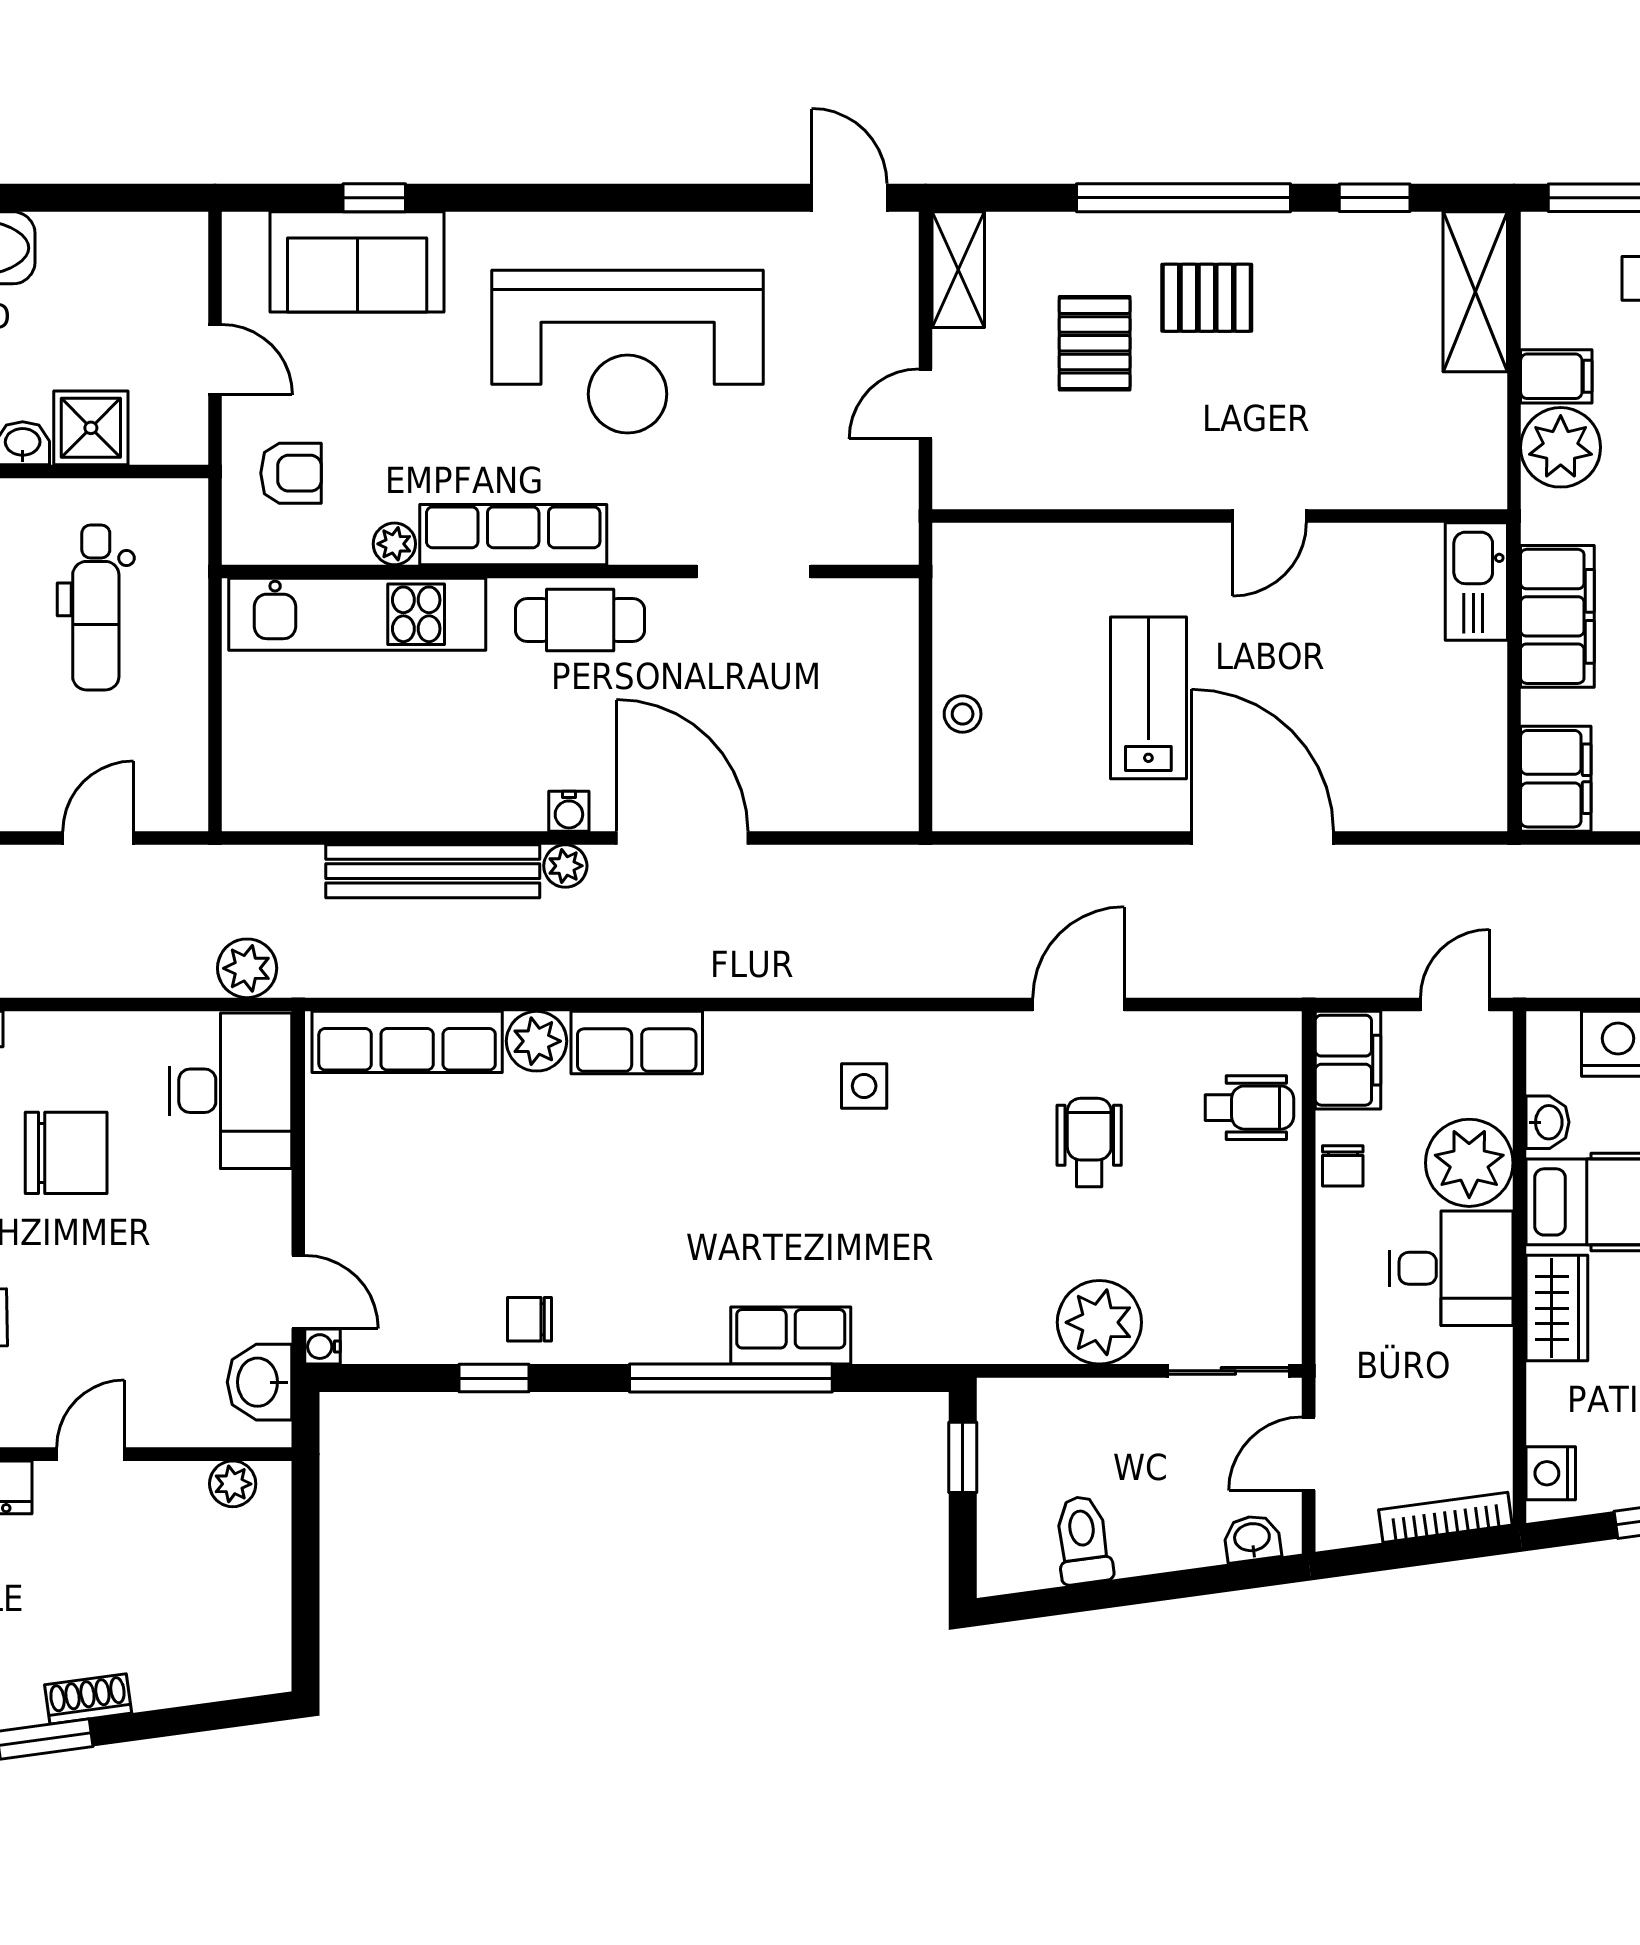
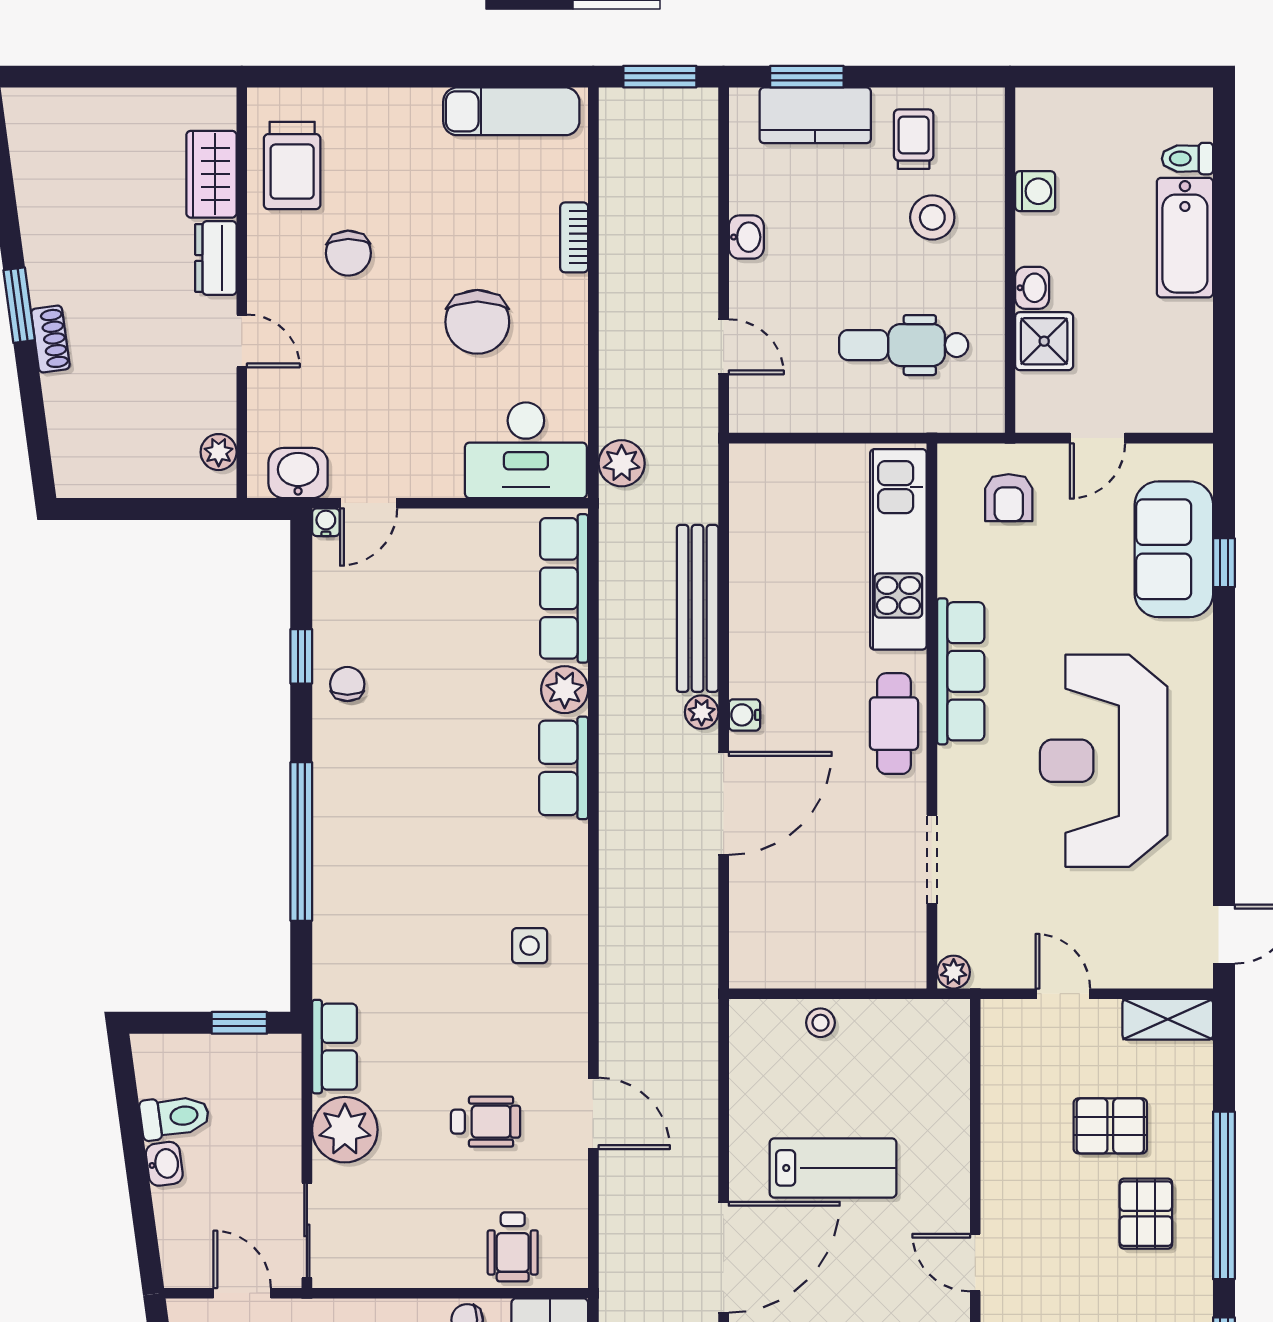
plant: (394, 544) -> (954, 972), moved
row of seats: (791, 1336) -> (334, 1047), moved
washbasin: (1252, 1538) -> (164, 1164), moved

